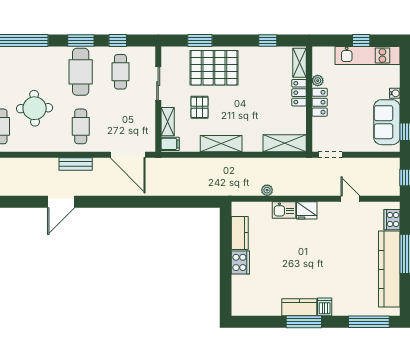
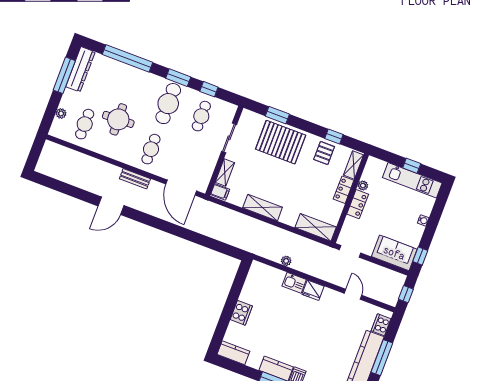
pallet: (200, 107) -> (324, 153), moved
sofa: (387, 122) -> (394, 253), moved, turned 90
kitchen counter: (240, 233) -> (233, 353), moved, turned -90

